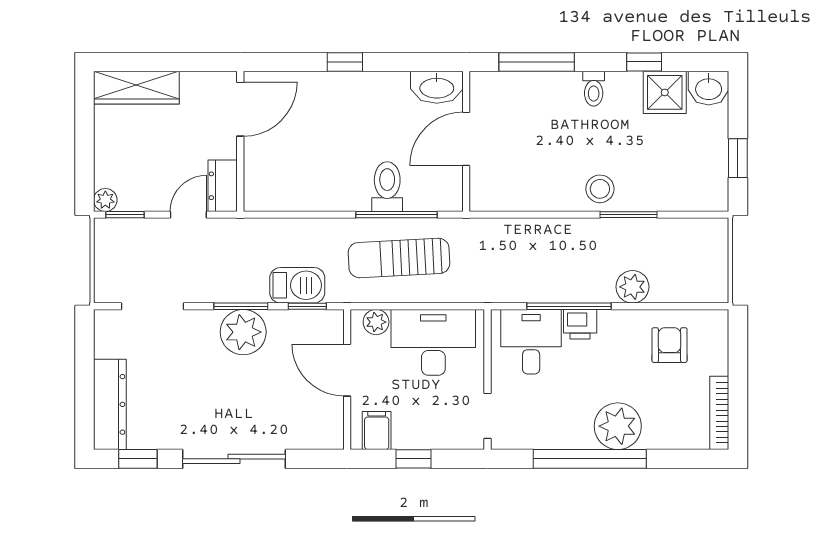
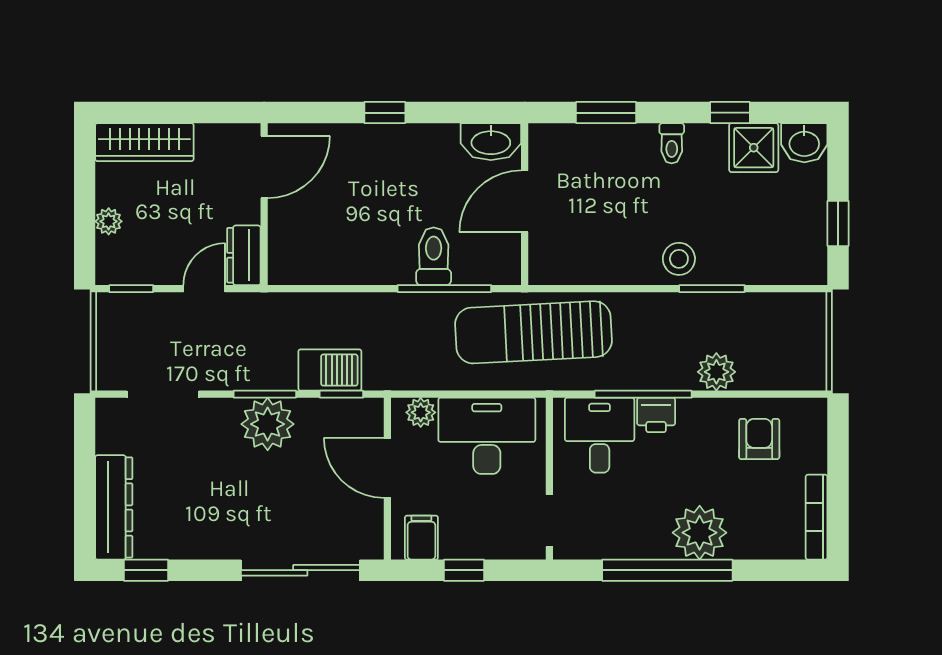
window: (537, 62) -> (606, 113), width x0.69
plant: (105, 200) -> (109, 221), moved
sun lounger: (399, 258) -> (534, 332), moved, width x1.36, depth x1.34
sliding door: (234, 459) -> (300, 570), moved

